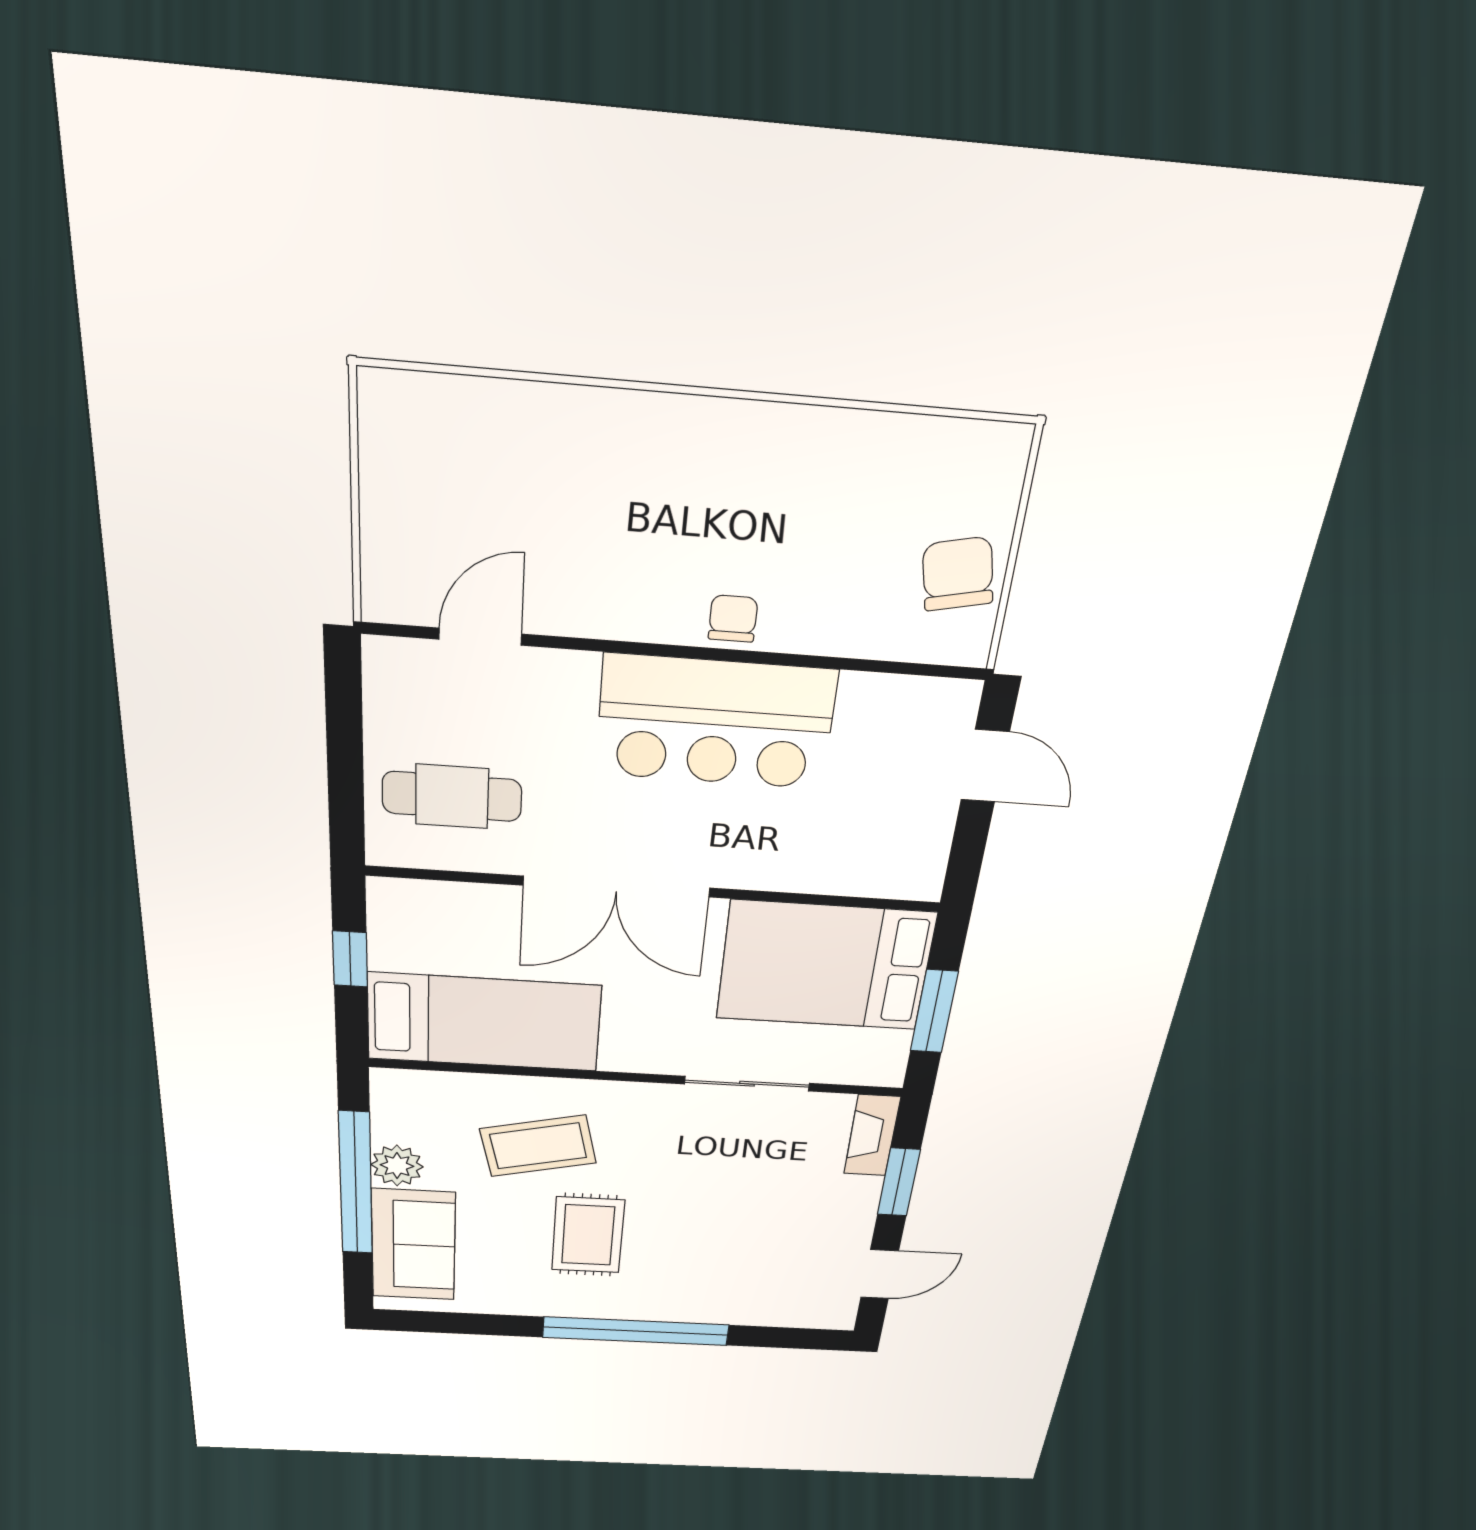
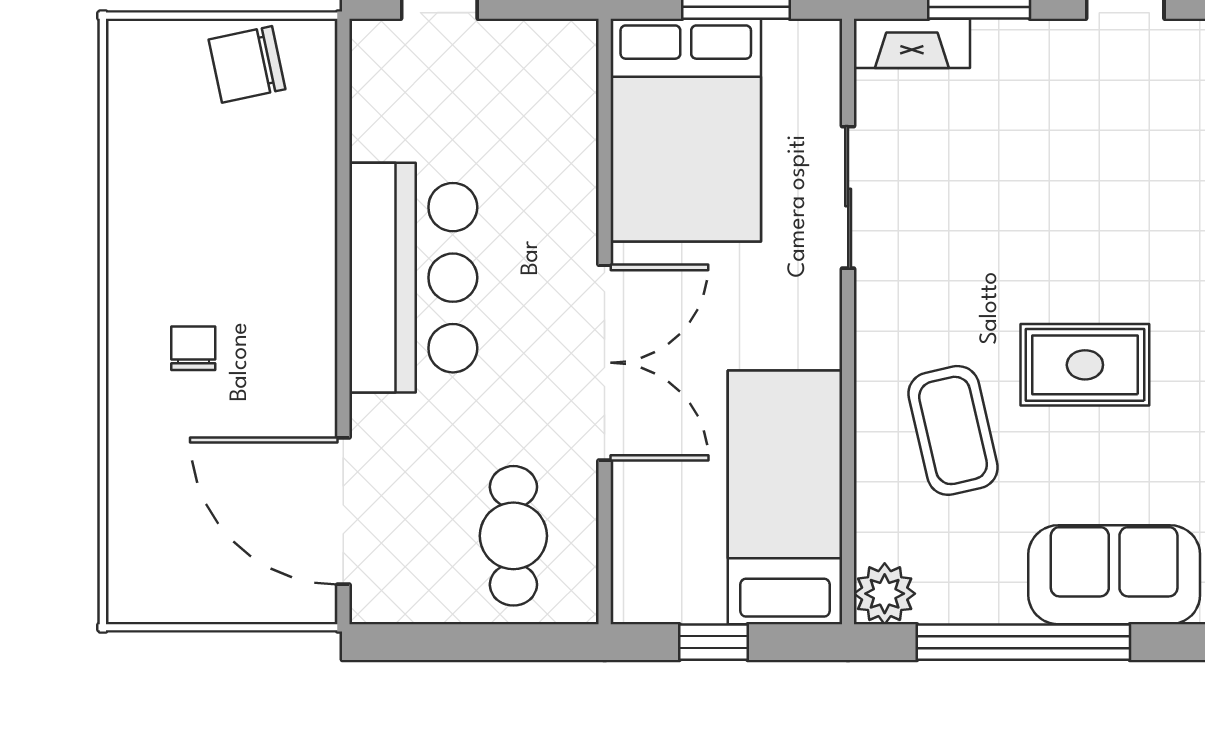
chair: (733, 619) -> (193, 348), moved, turned 90
door: (480, 637) -> (343, 511), width x1.87
plant: (397, 1166) -> (885, 594), moved

